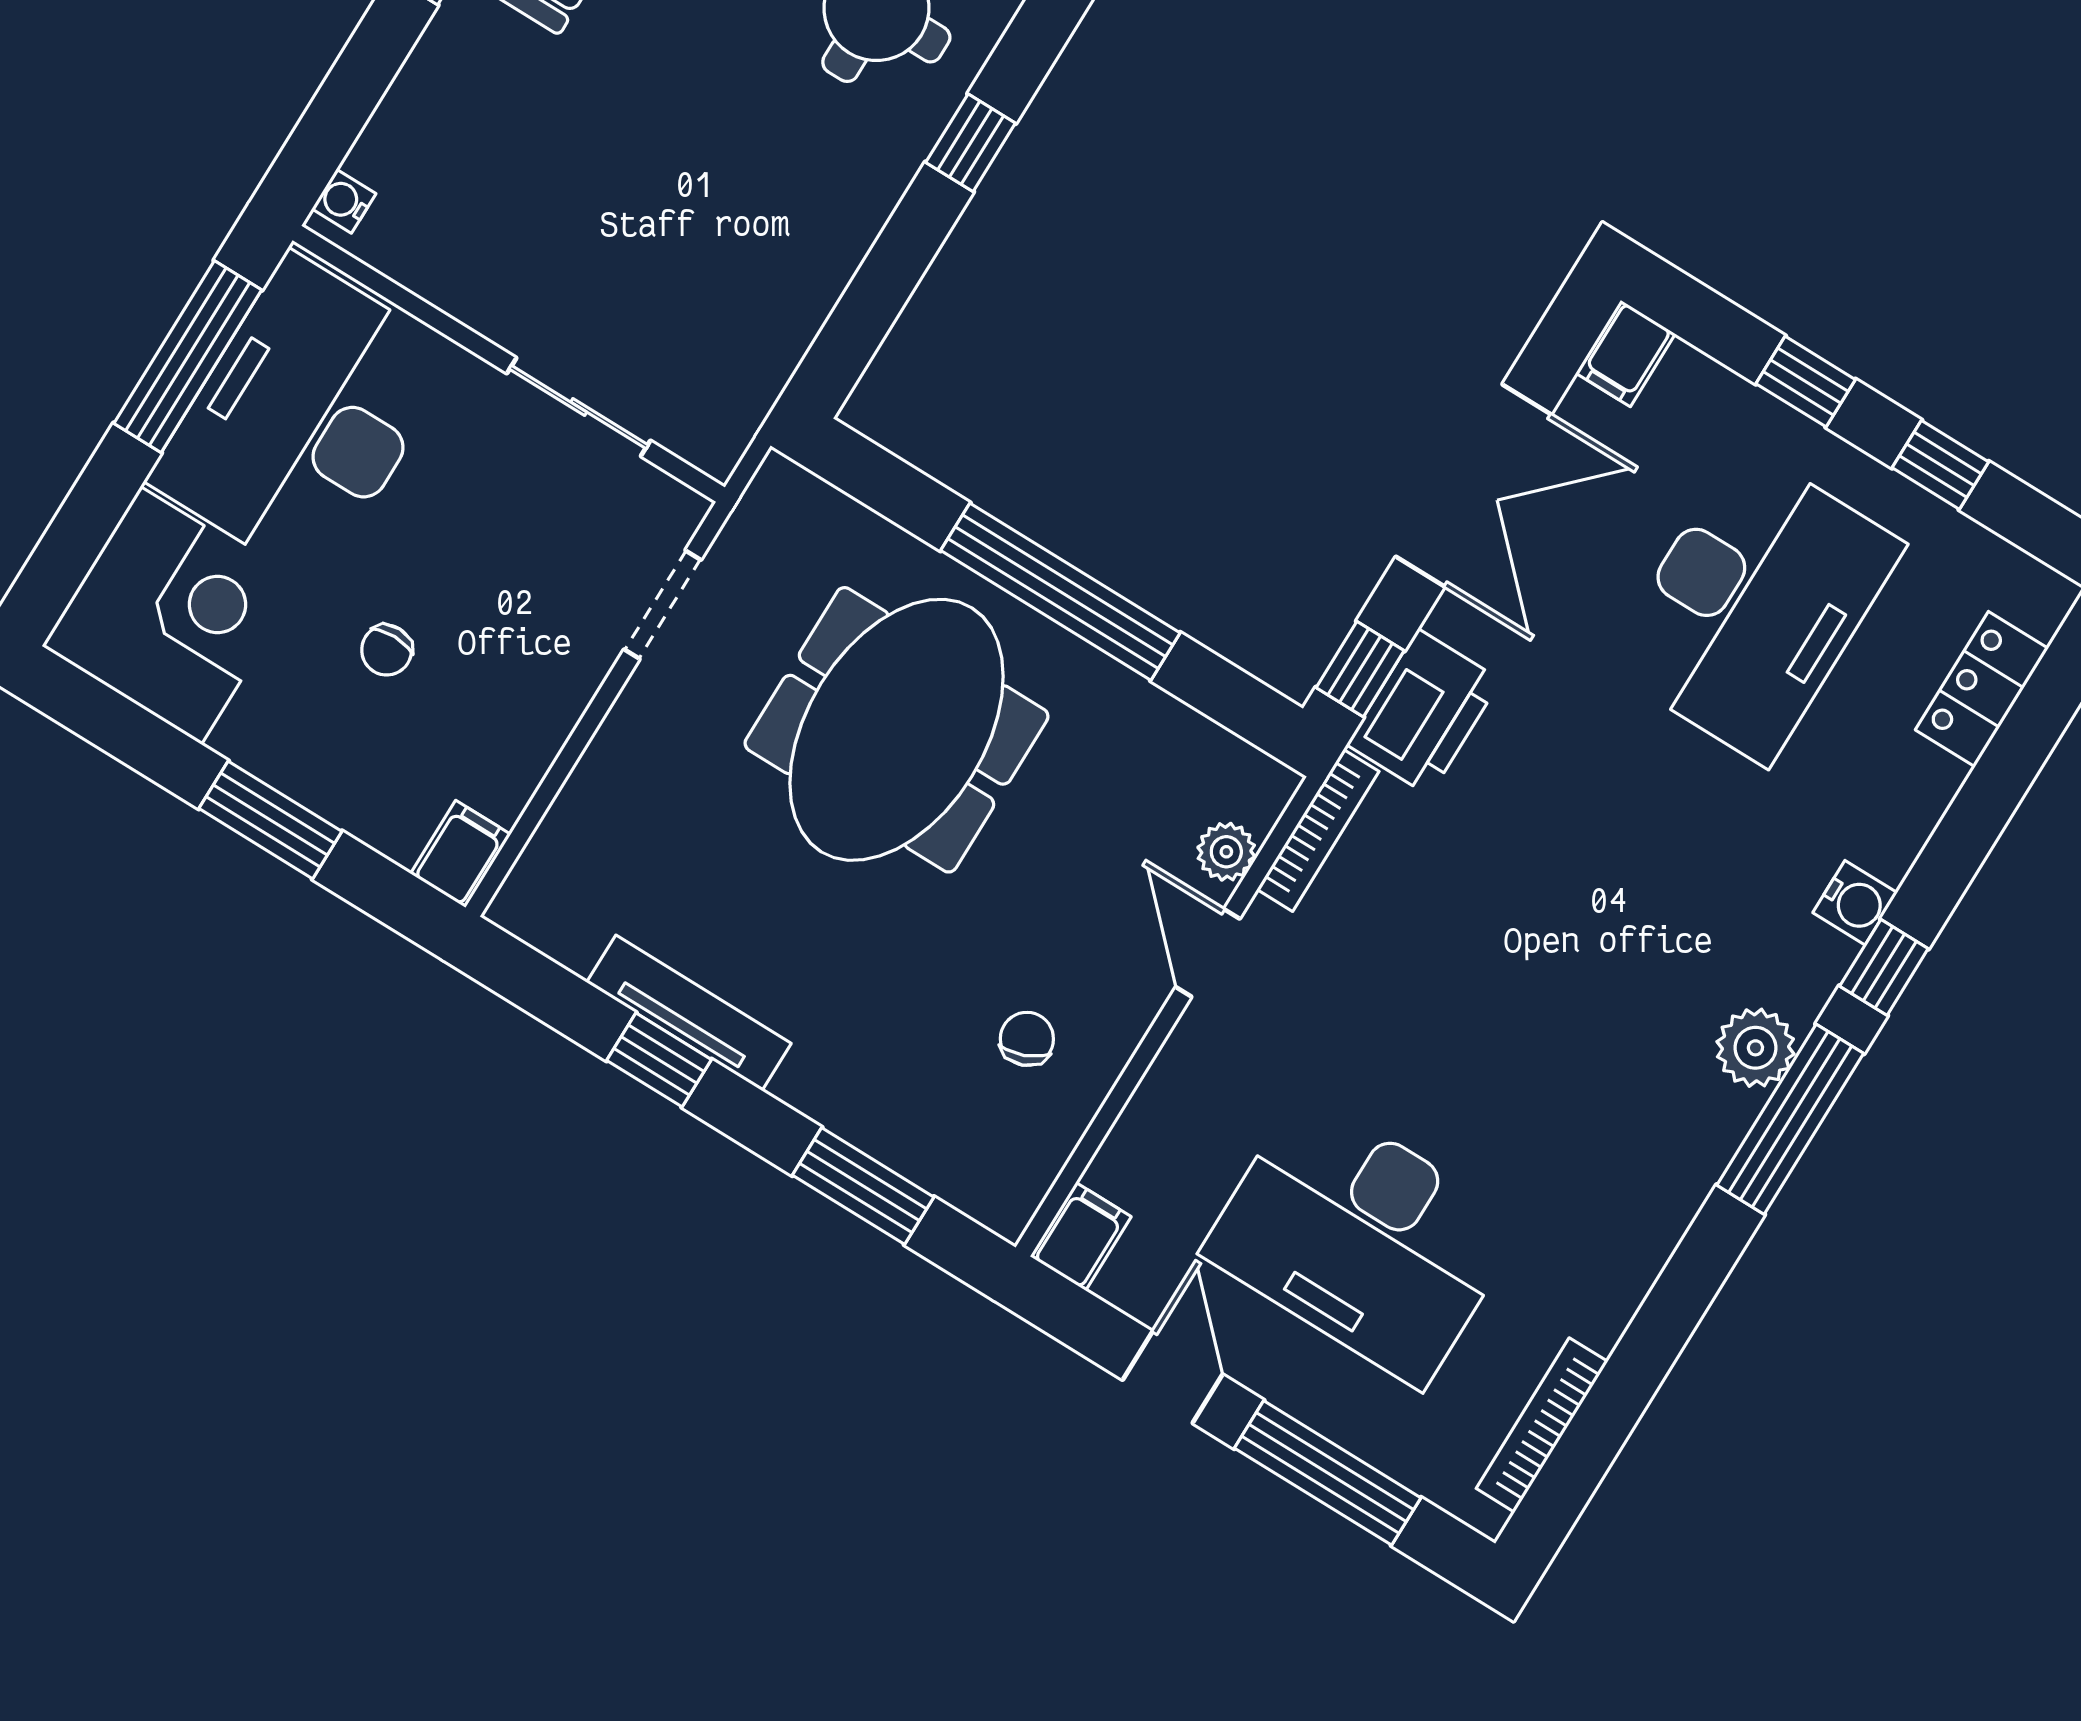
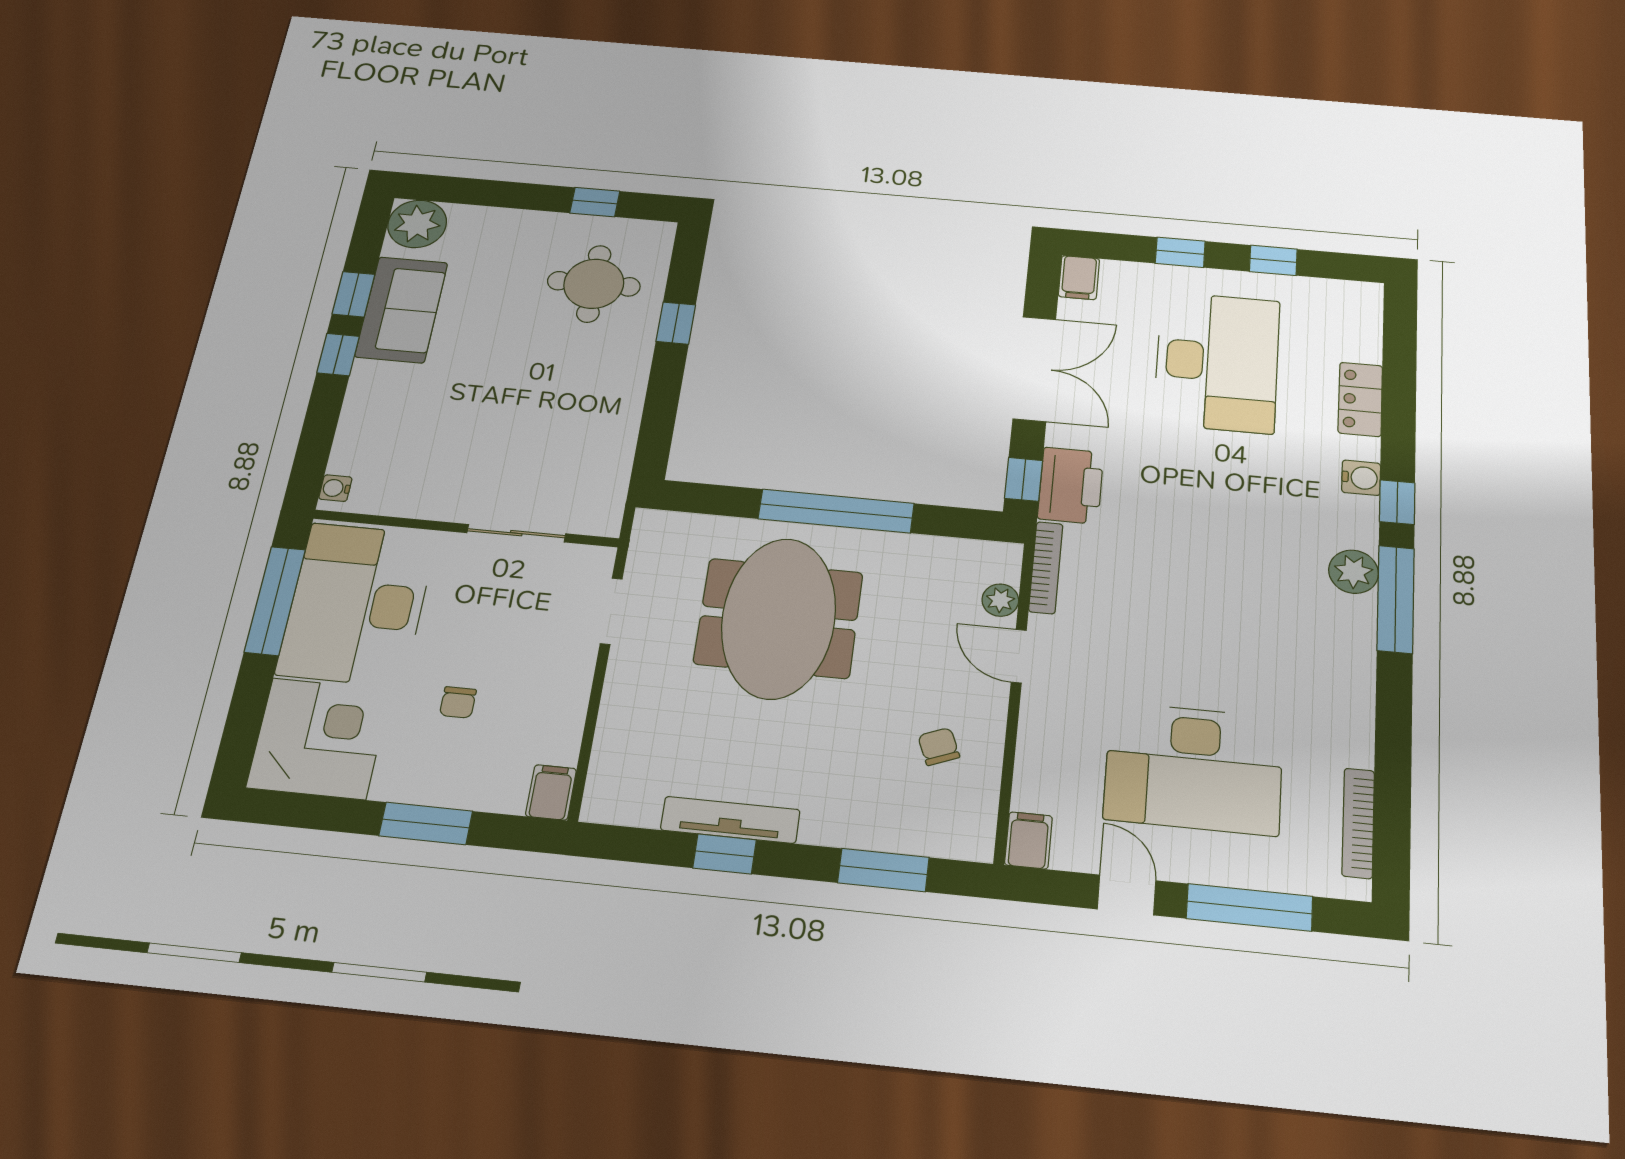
locker: (1982, 689) -> (1360, 399), moved

